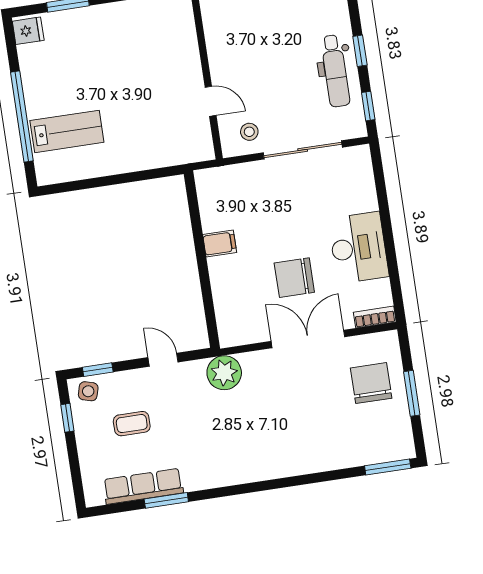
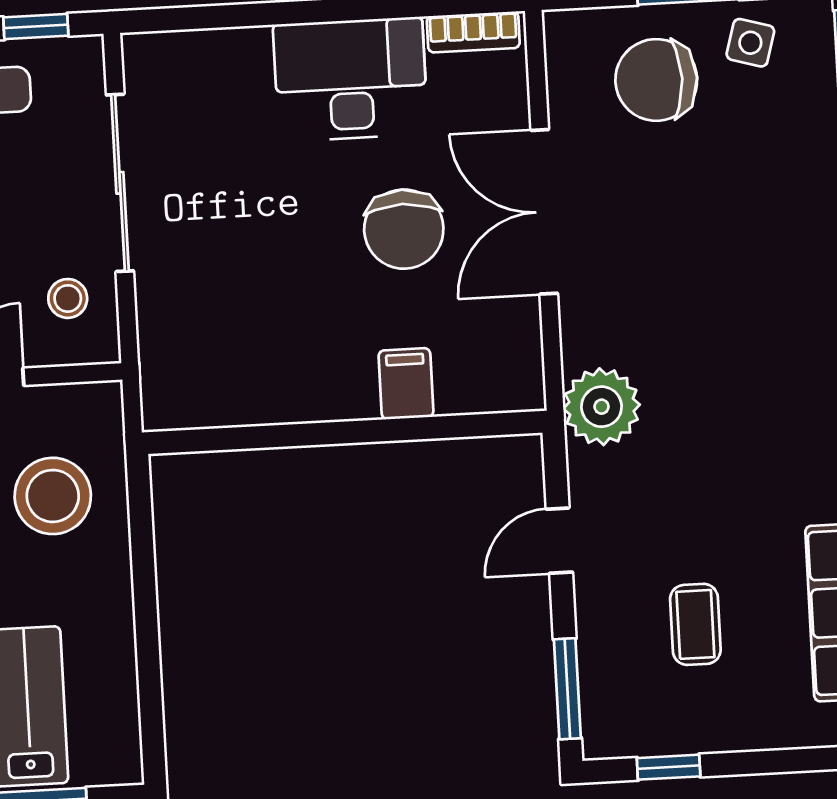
stool: (161, 134) -> (53, 496), added
filing cabinet: (220, 243) -> (406, 384), moved
bookcase: (375, 317) -> (473, 32), moved, turned -90
window: (98, 370) -> (567, 689), width x1.50
side table: (88, 391) -> (750, 43), moved

